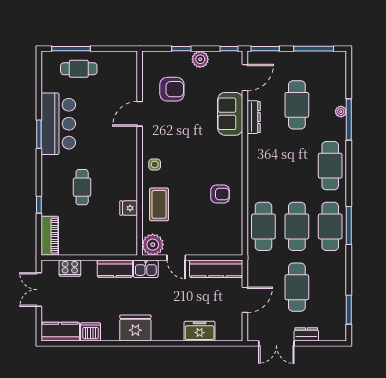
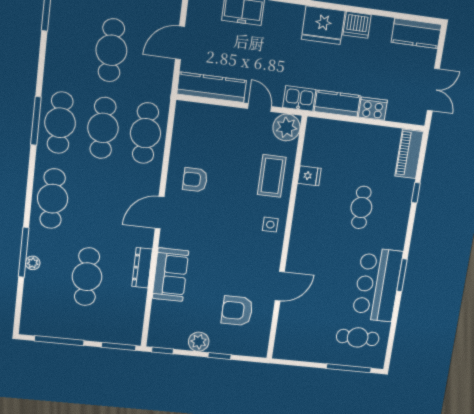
cafe table: (79, 69) -> (358, 337), moved
door: (245, 78) -> (160, 213), moved
cooker: (70, 268) -> (373, 109), moved
dishwasher: (91, 332) -> (357, 25), moved

